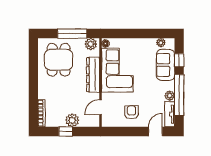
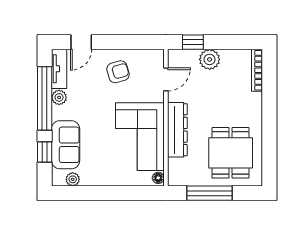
plant: (91, 44) -> (181, 177), removed
armchair: (132, 112) -> (118, 72), turned -105
window: (66, 132) -> (193, 42), moved

